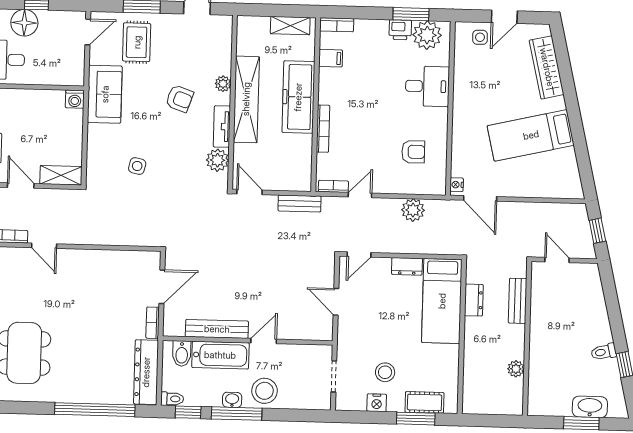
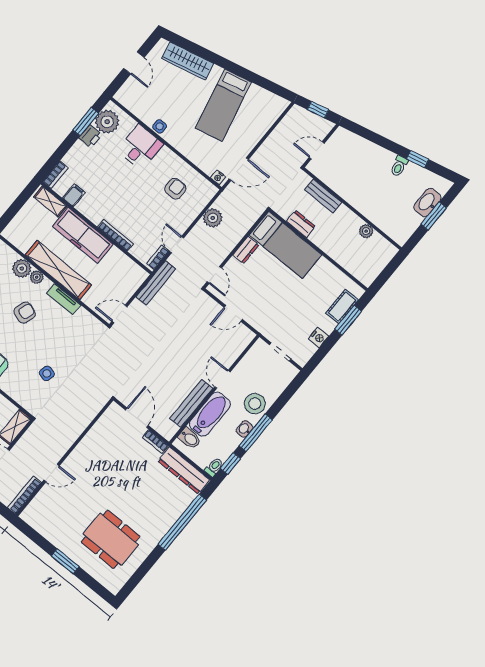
shelving: (290, 26) -> (50, 202), moved, turned 90
side table: (480, 37) -> (160, 126), moved
plant: (217, 160) -> (22, 268), moved
bench: (299, 203) -> (156, 283), width x1.36
stool: (385, 372) -> (303, 317), removed

